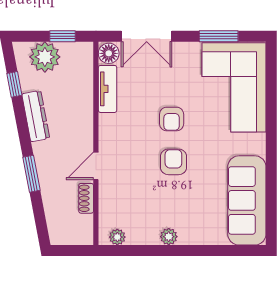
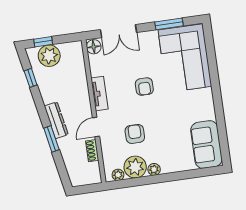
window: (62, 36) -> (43, 42), moved
tv unit: (108, 89) -> (99, 94), moved
dresser: (36, 116) -> (56, 120), moved
armchair: (173, 162) -> (135, 134), moved
sofa: (247, 200) -> (206, 144), width x0.73
plant: (143, 230) -> (135, 167), added

